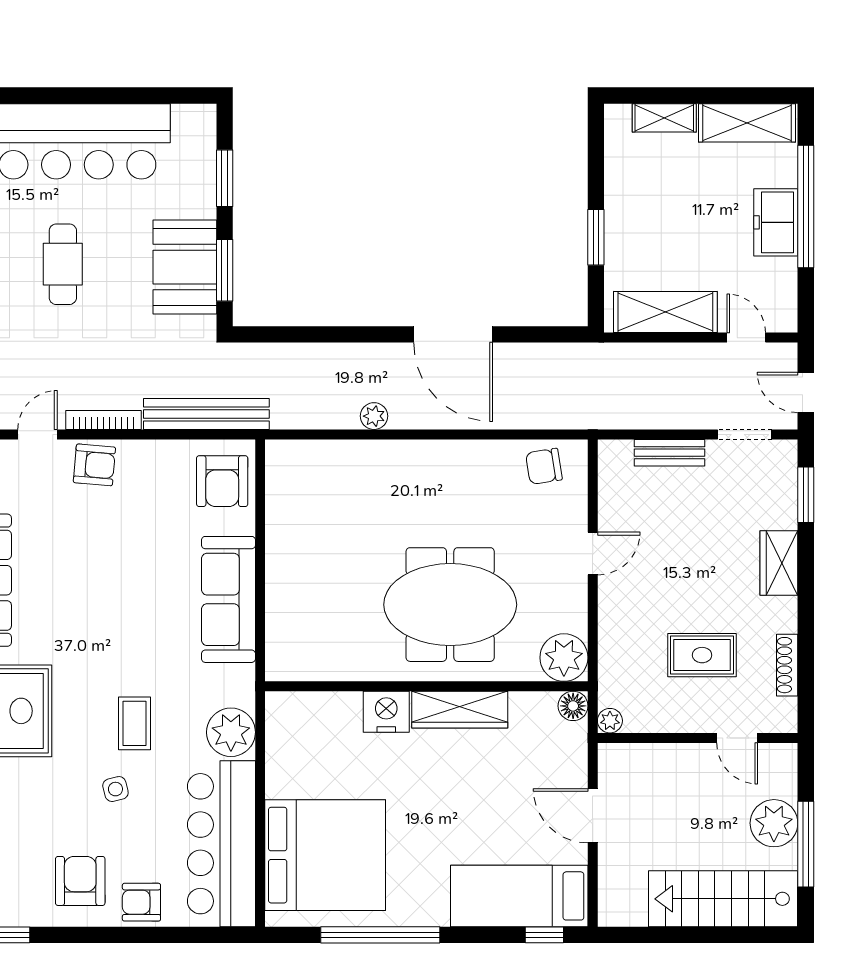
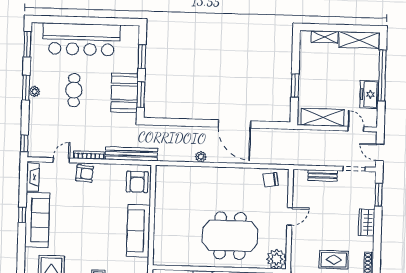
freezer: (776, 222) -> (369, 94), moved

